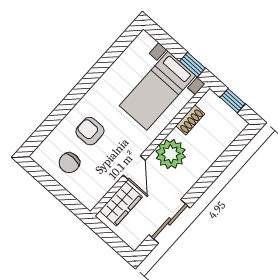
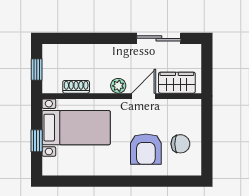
window: (193, 65) -> (37, 141), moved
armchair: (90, 131) -> (146, 149), width x1.38, depth x1.38
plant: (171, 154) -> (118, 86), width x0.53, depth x0.53

